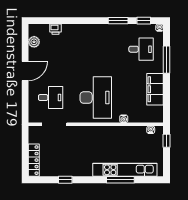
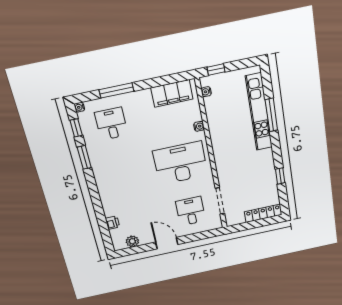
filing cabinet: (155, 89) -> (172, 93), moved

